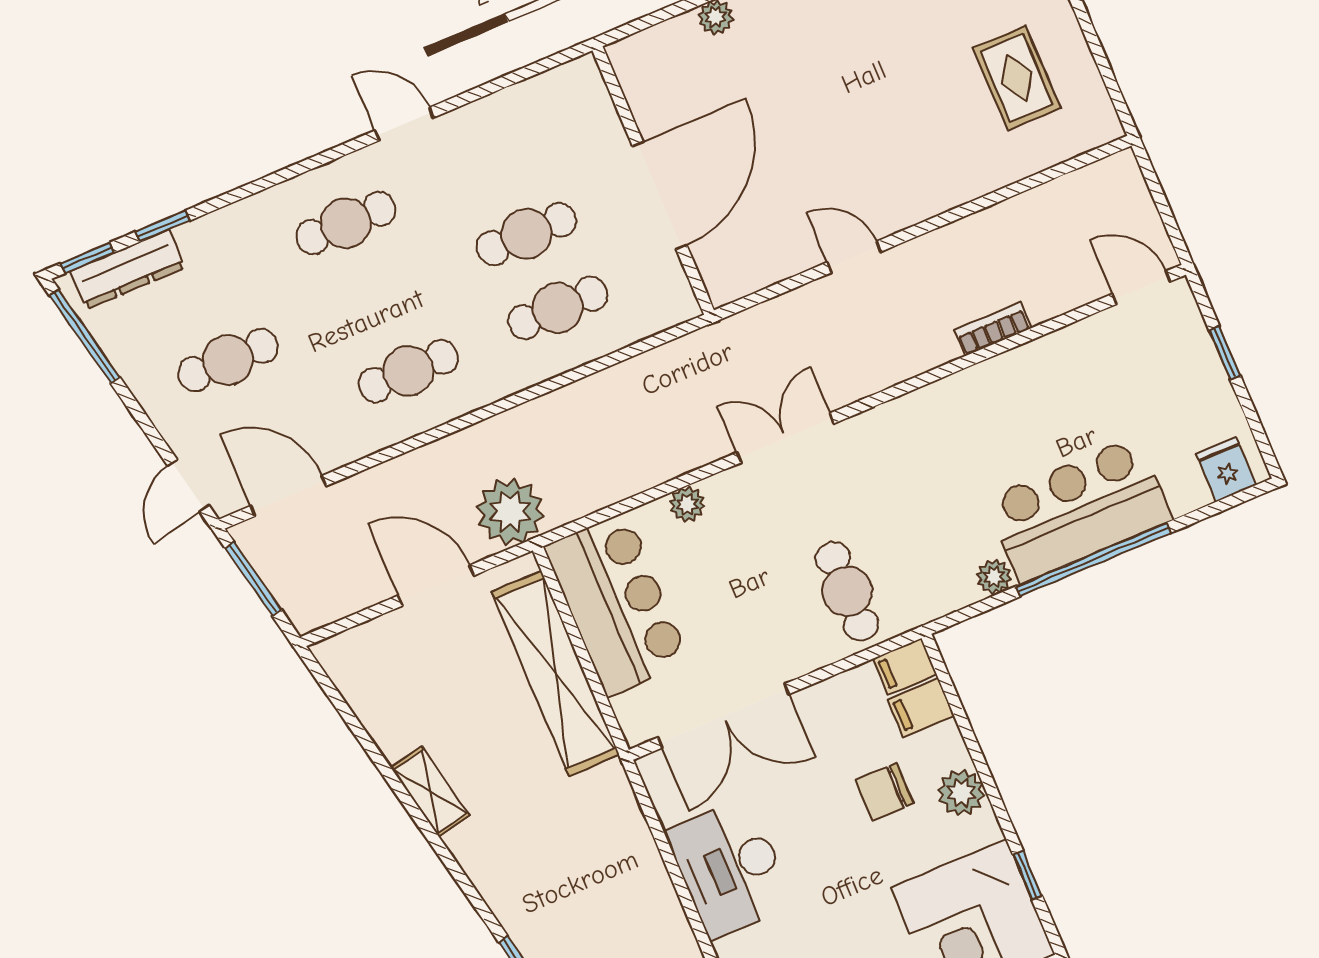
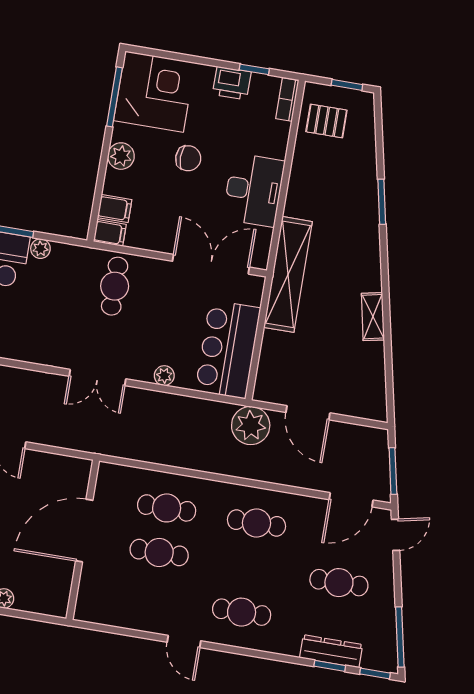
dresser: (128, 269) -> (331, 651), moved
door: (288, 496) -> (351, 500), hinge flipped
shelving: (555, 673) -> (288, 274), moved
chair: (885, 792) -> (188, 158), moved
window: (1027, 875) -> (114, 97), width x2.17

